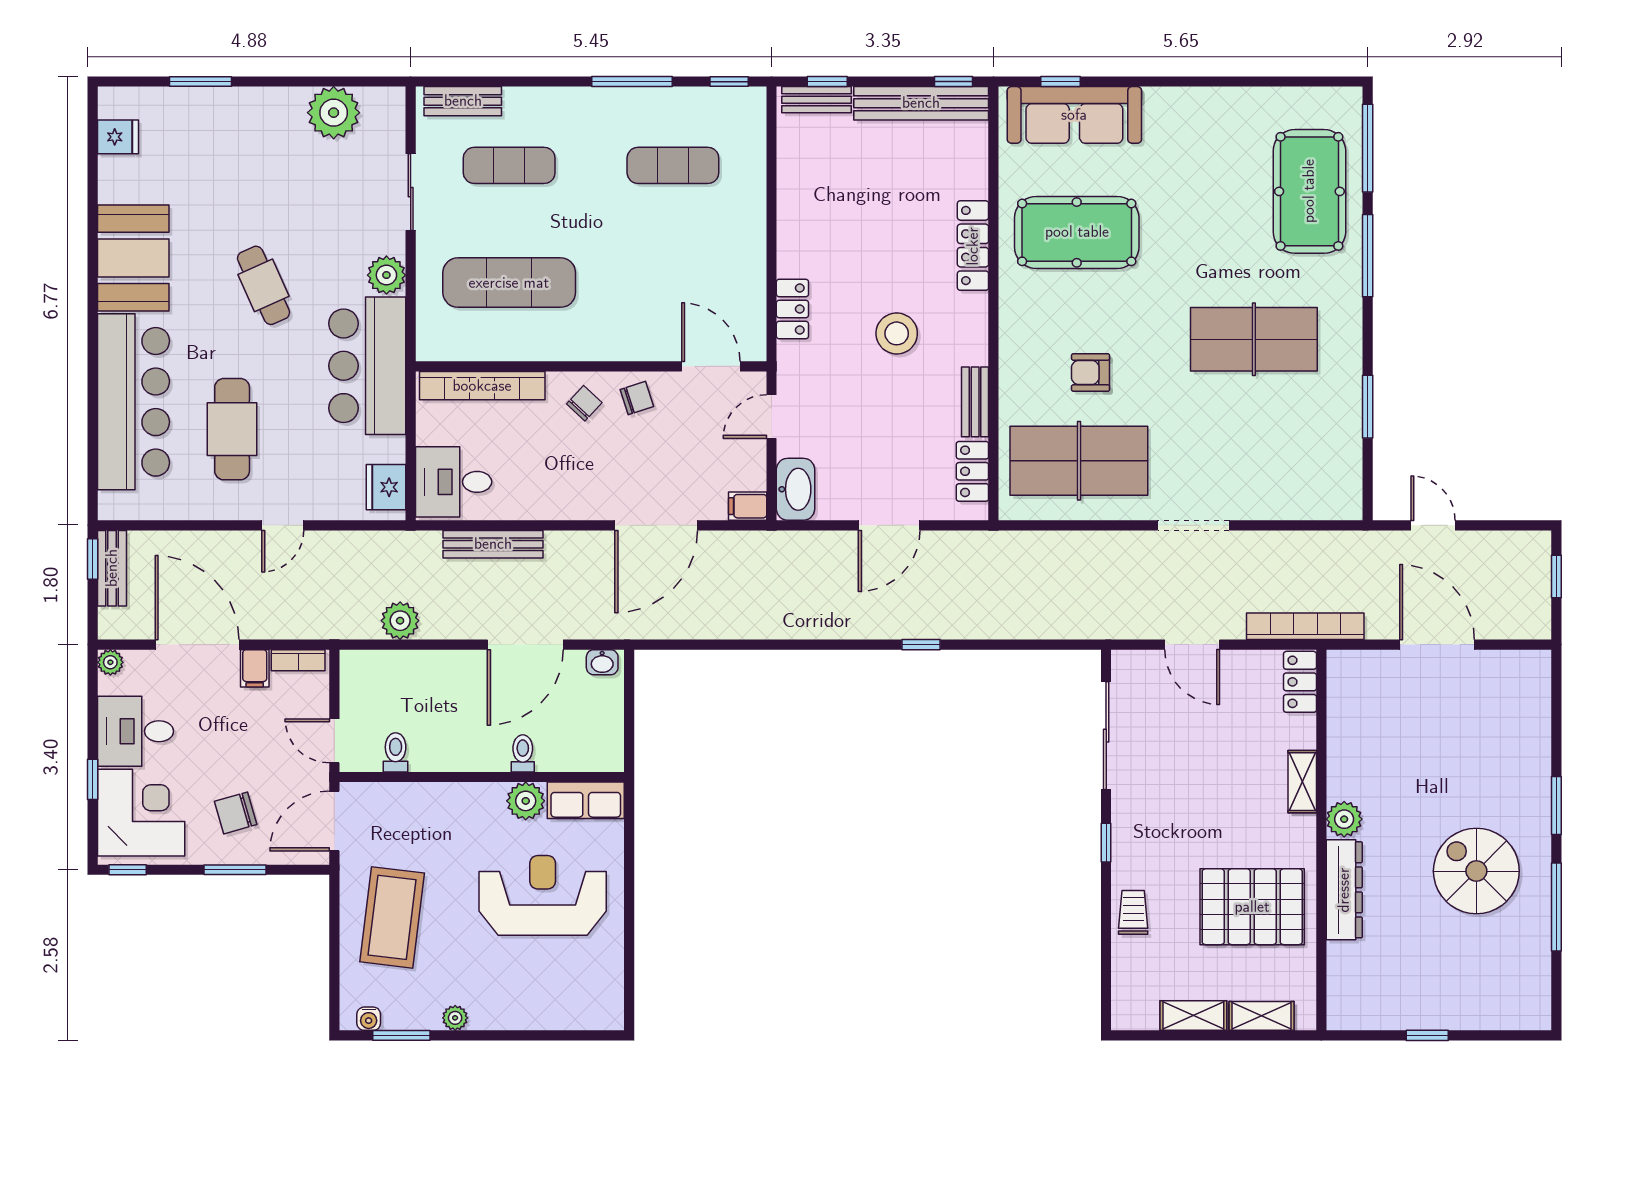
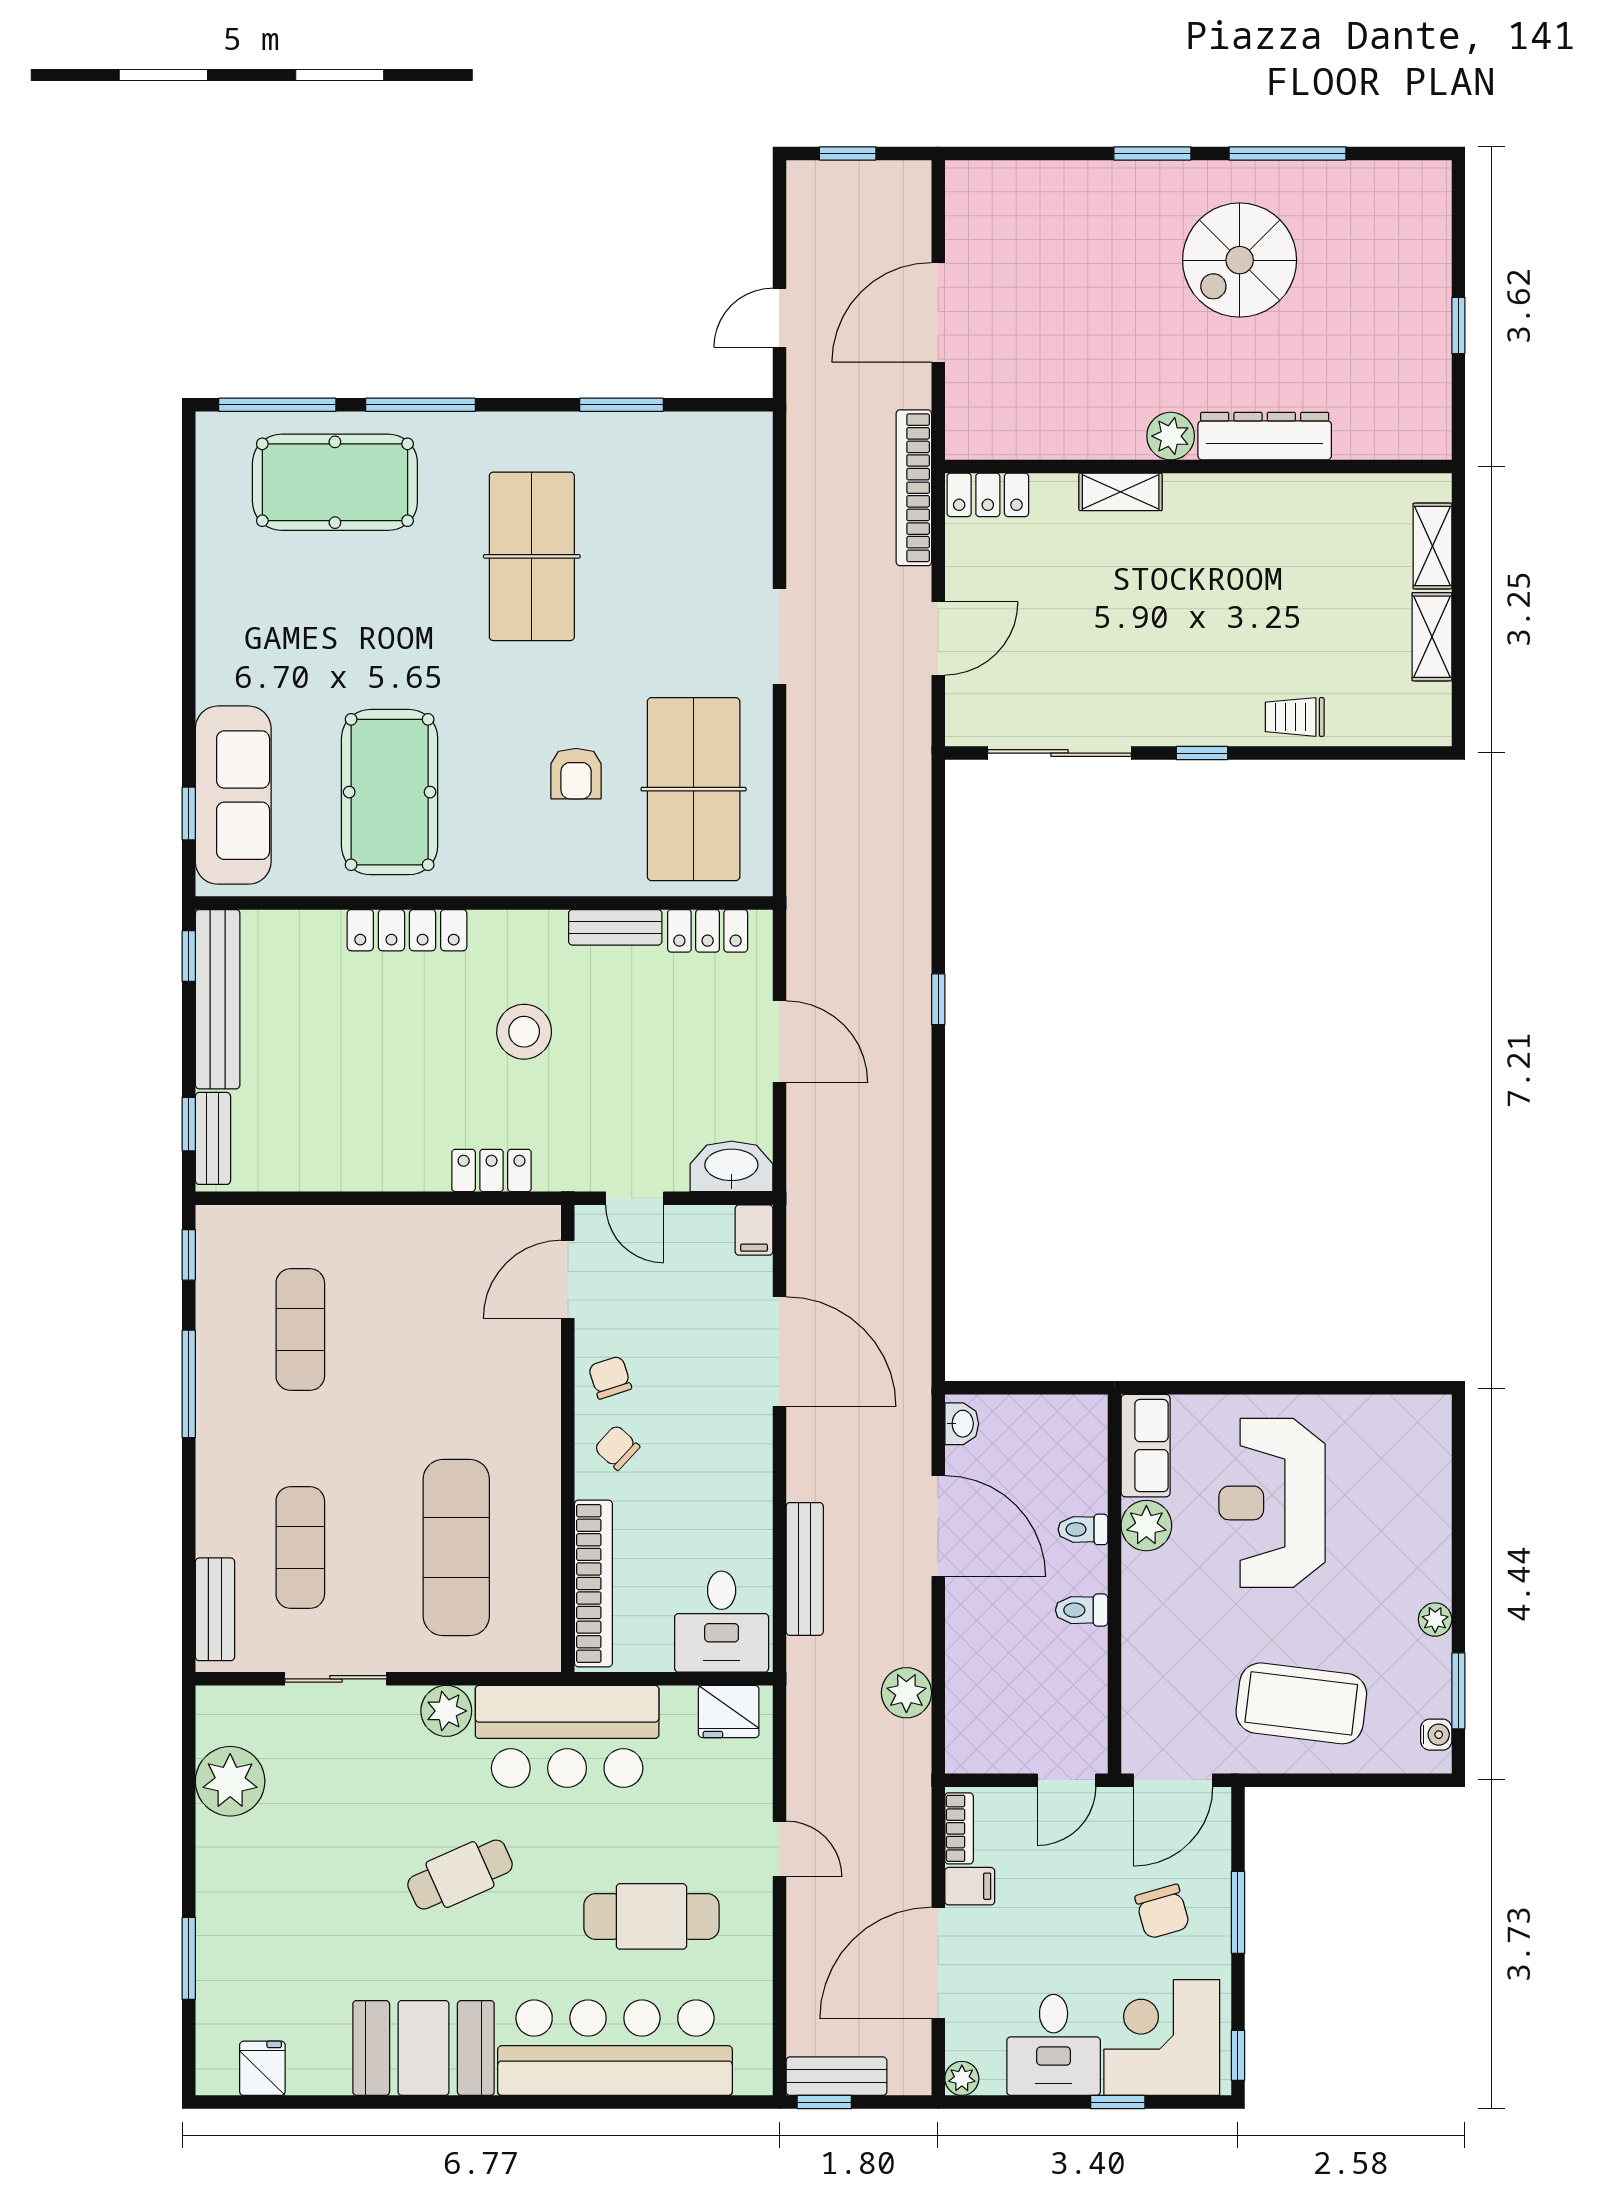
toilet: (396, 752) -> (1082, 1610), moved
door: (334, 821) -> (1173, 1780), hinge flipped
pallet: (1252, 907) -> (1287, 558), removed

